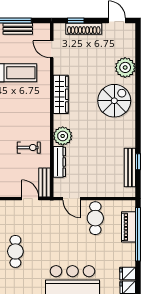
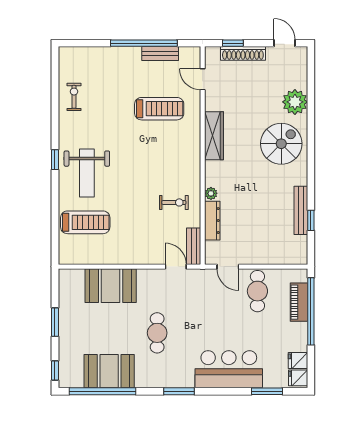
plant: (63, 136) -> (211, 193), width x0.53, depth x0.53
bench: (130, 167) -> (301, 210), moved

